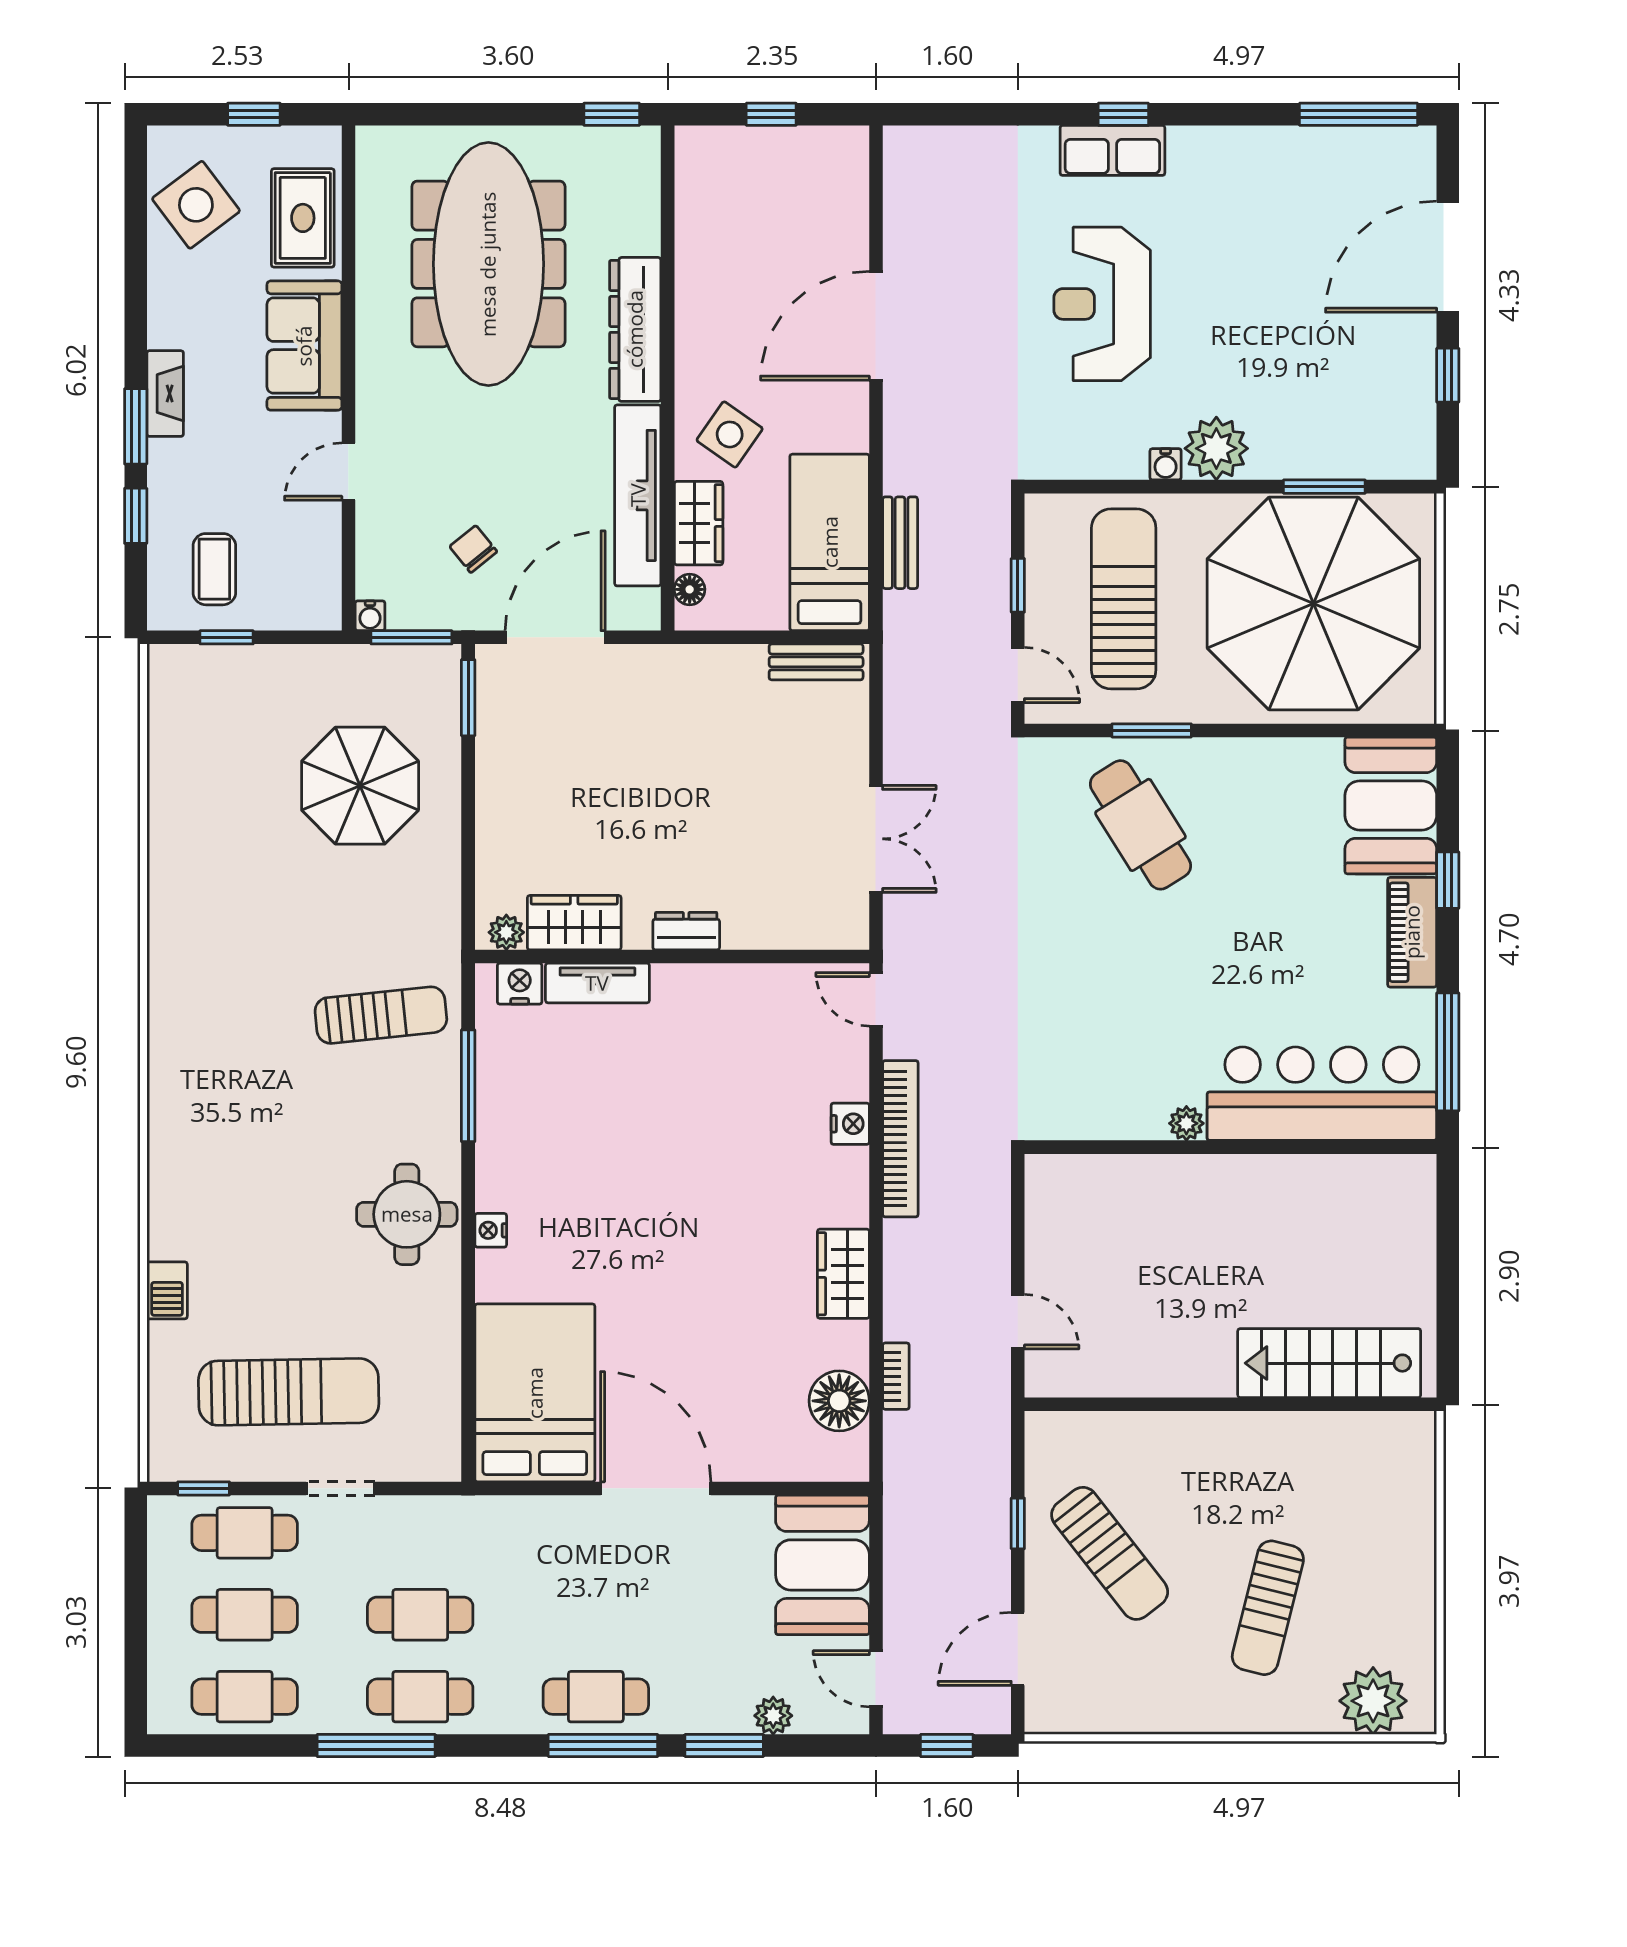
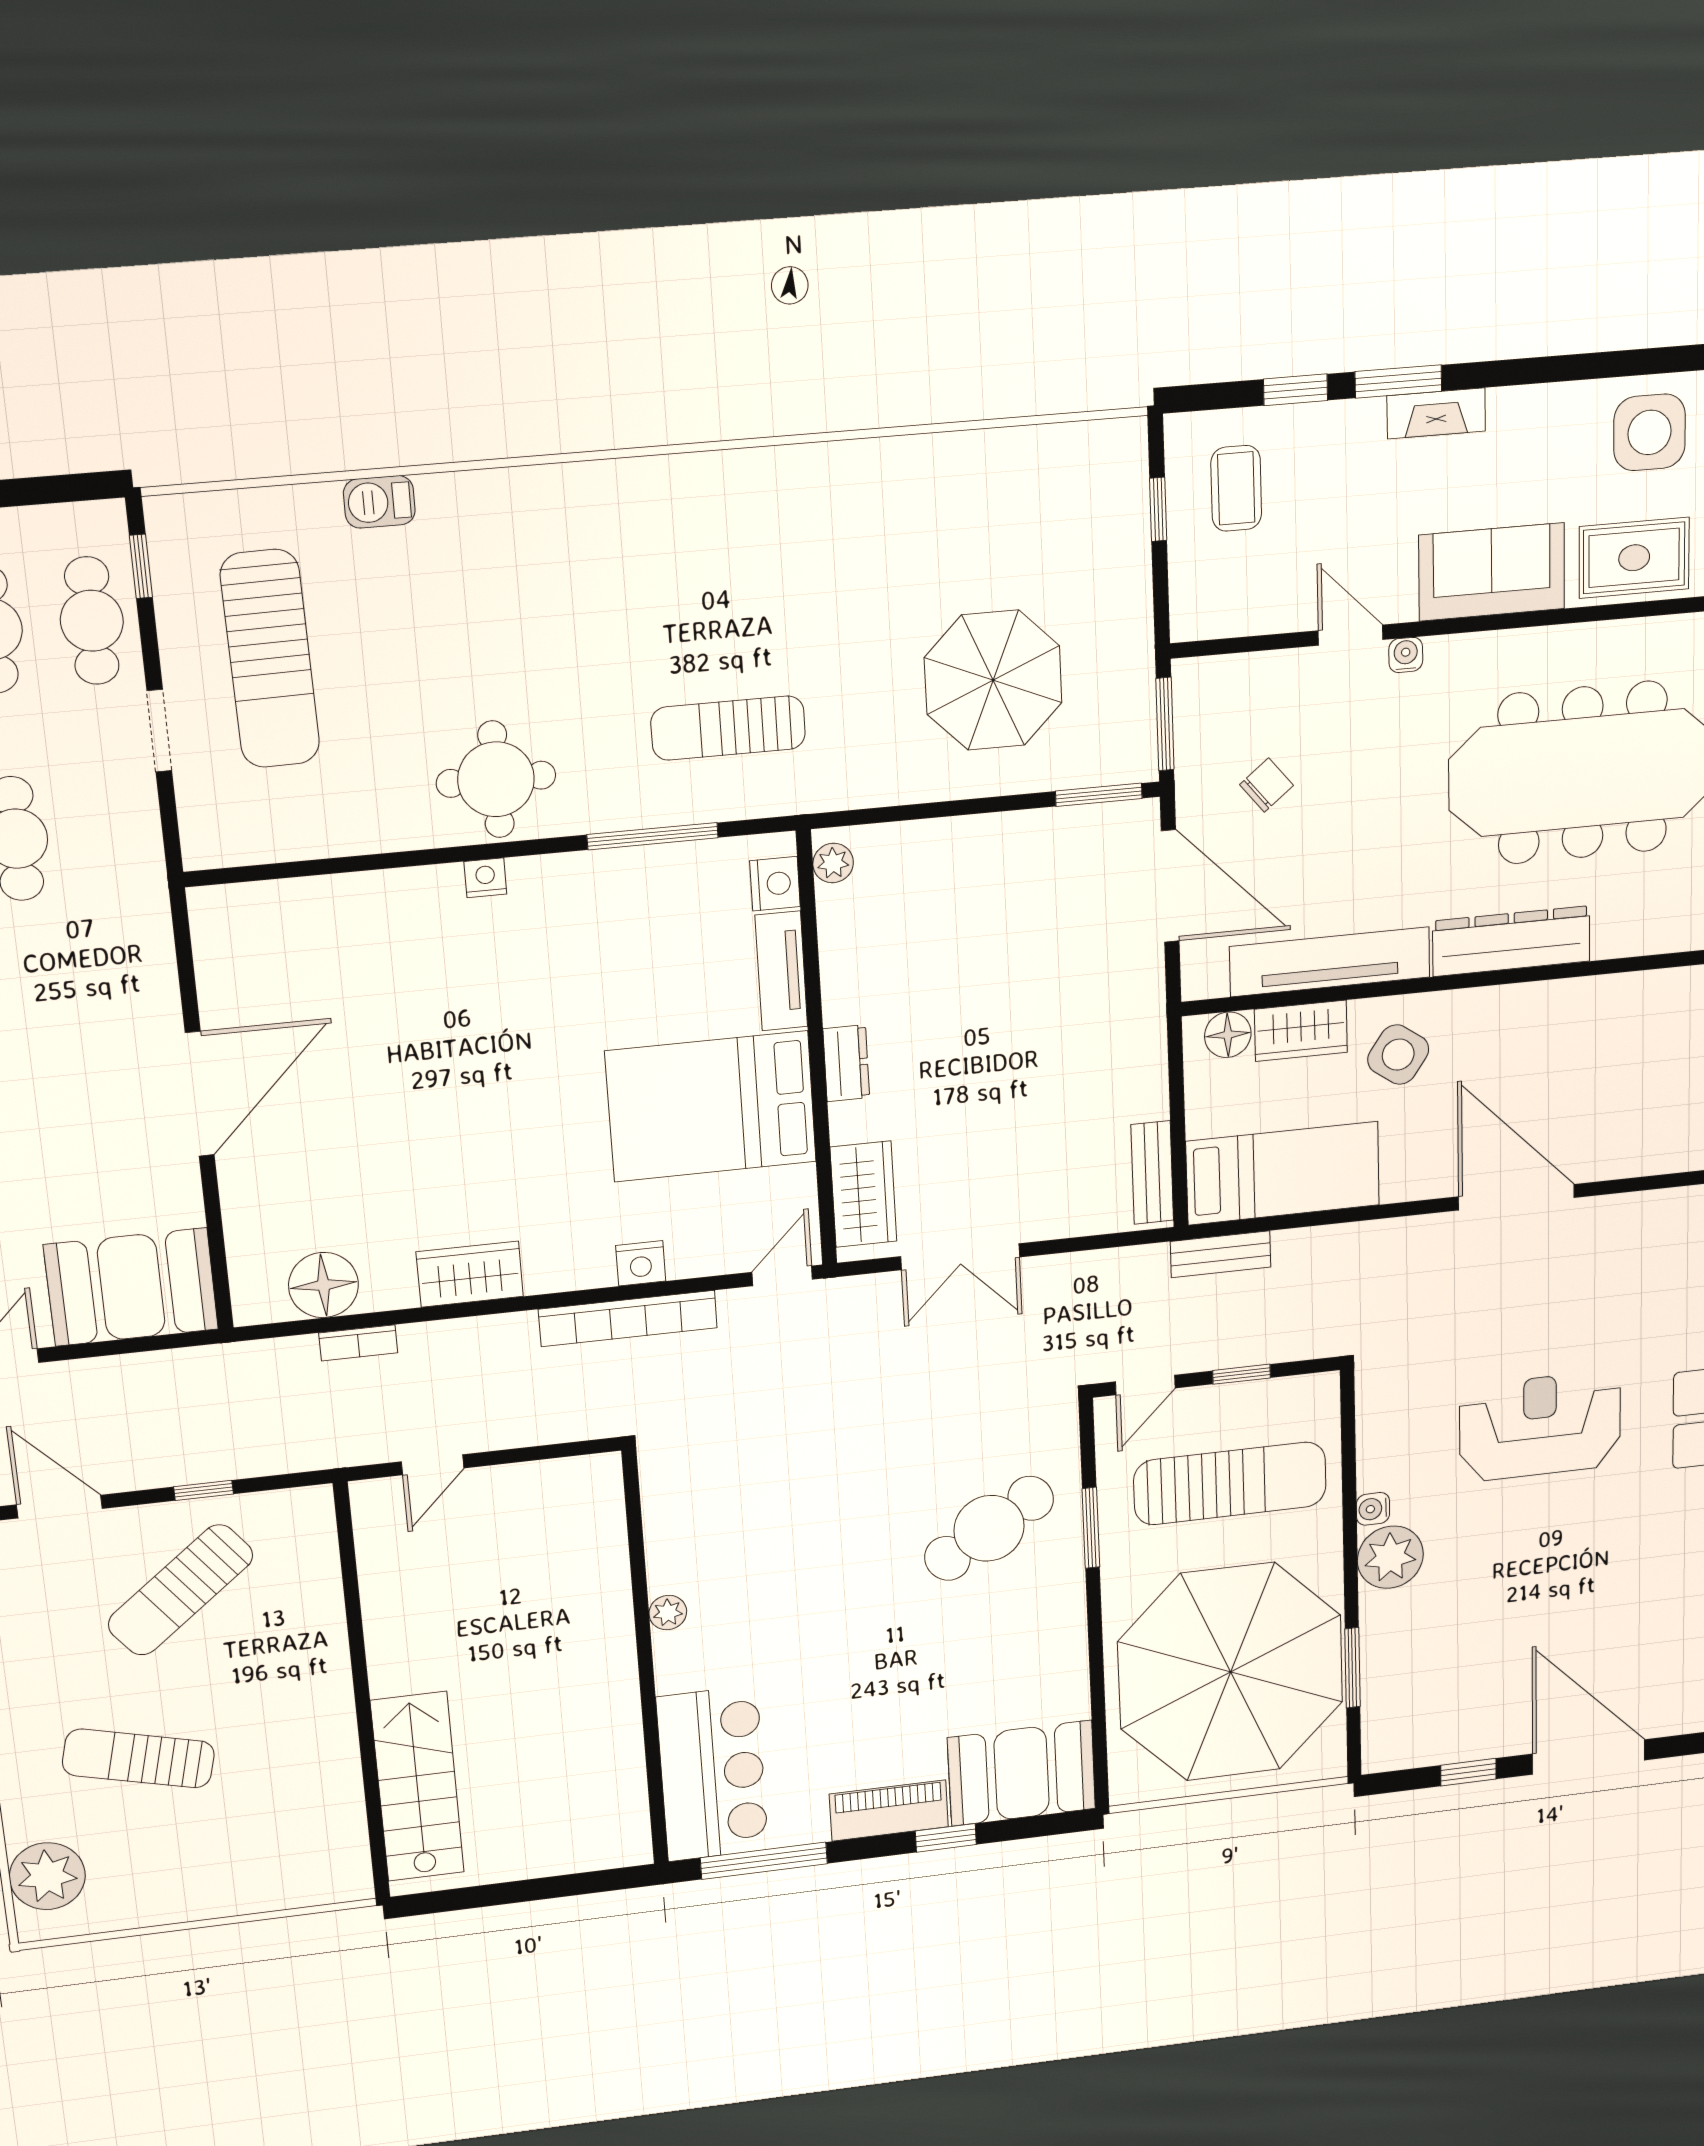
side table: (196, 205) -> (1650, 432), turned 37
bench: (900, 543) -> (1221, 1254), moved
coffee table: (214, 569) -> (1236, 488), turned 90
floor lamp: (690, 589) -> (1228, 1035), width x1.37, depth x1.37
water cooler: (370, 616) -> (1406, 655), moved, turned 90
wardrobe: (574, 923) -> (863, 1194), moved
sun lounger: (381, 1015) -> (728, 728), turned 96
bar counter: (1322, 1094) -> (712, 1774), width x0.73
bed: (535, 1393) -> (711, 1106), moved, turned 180

